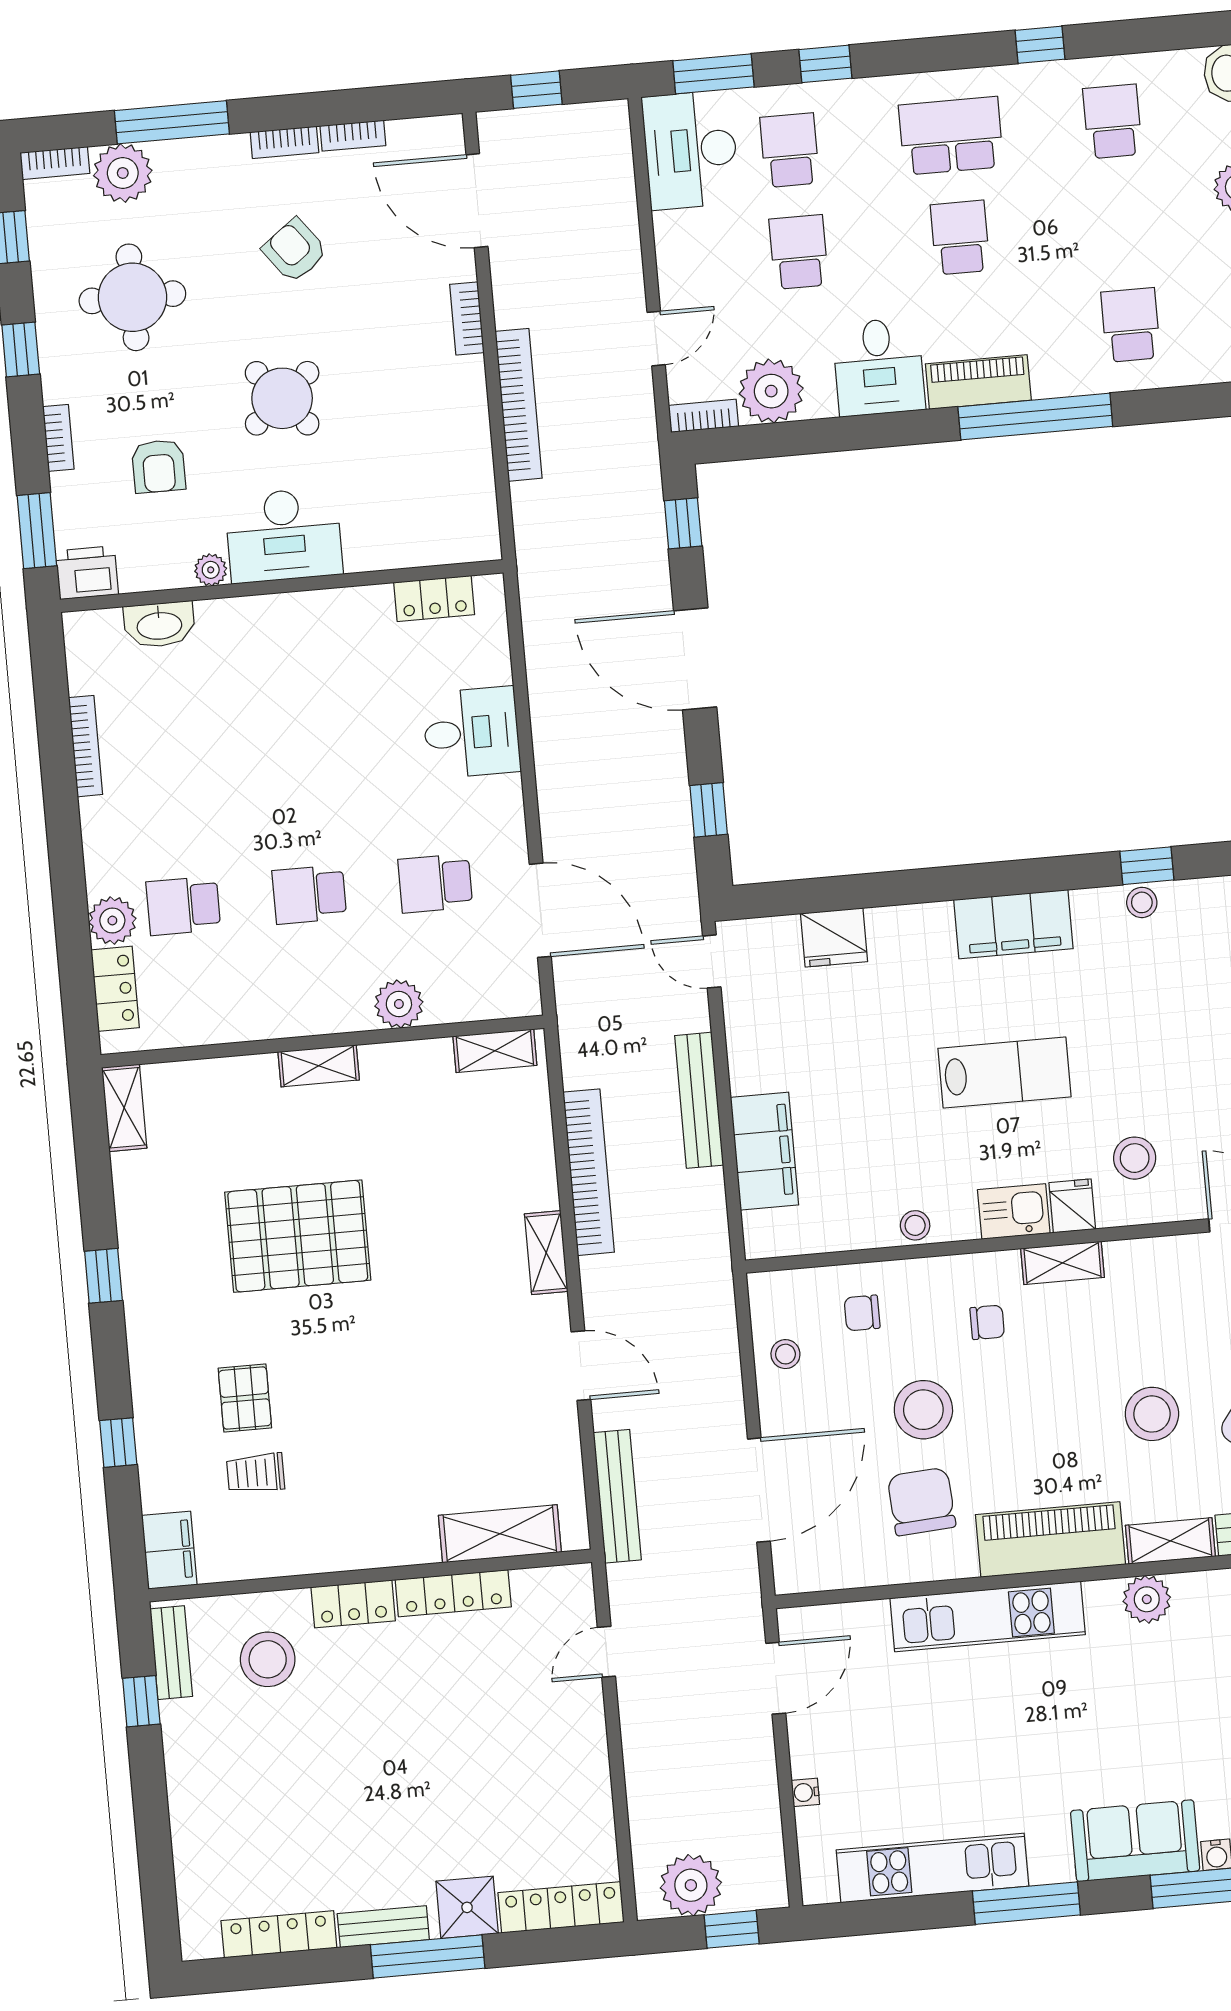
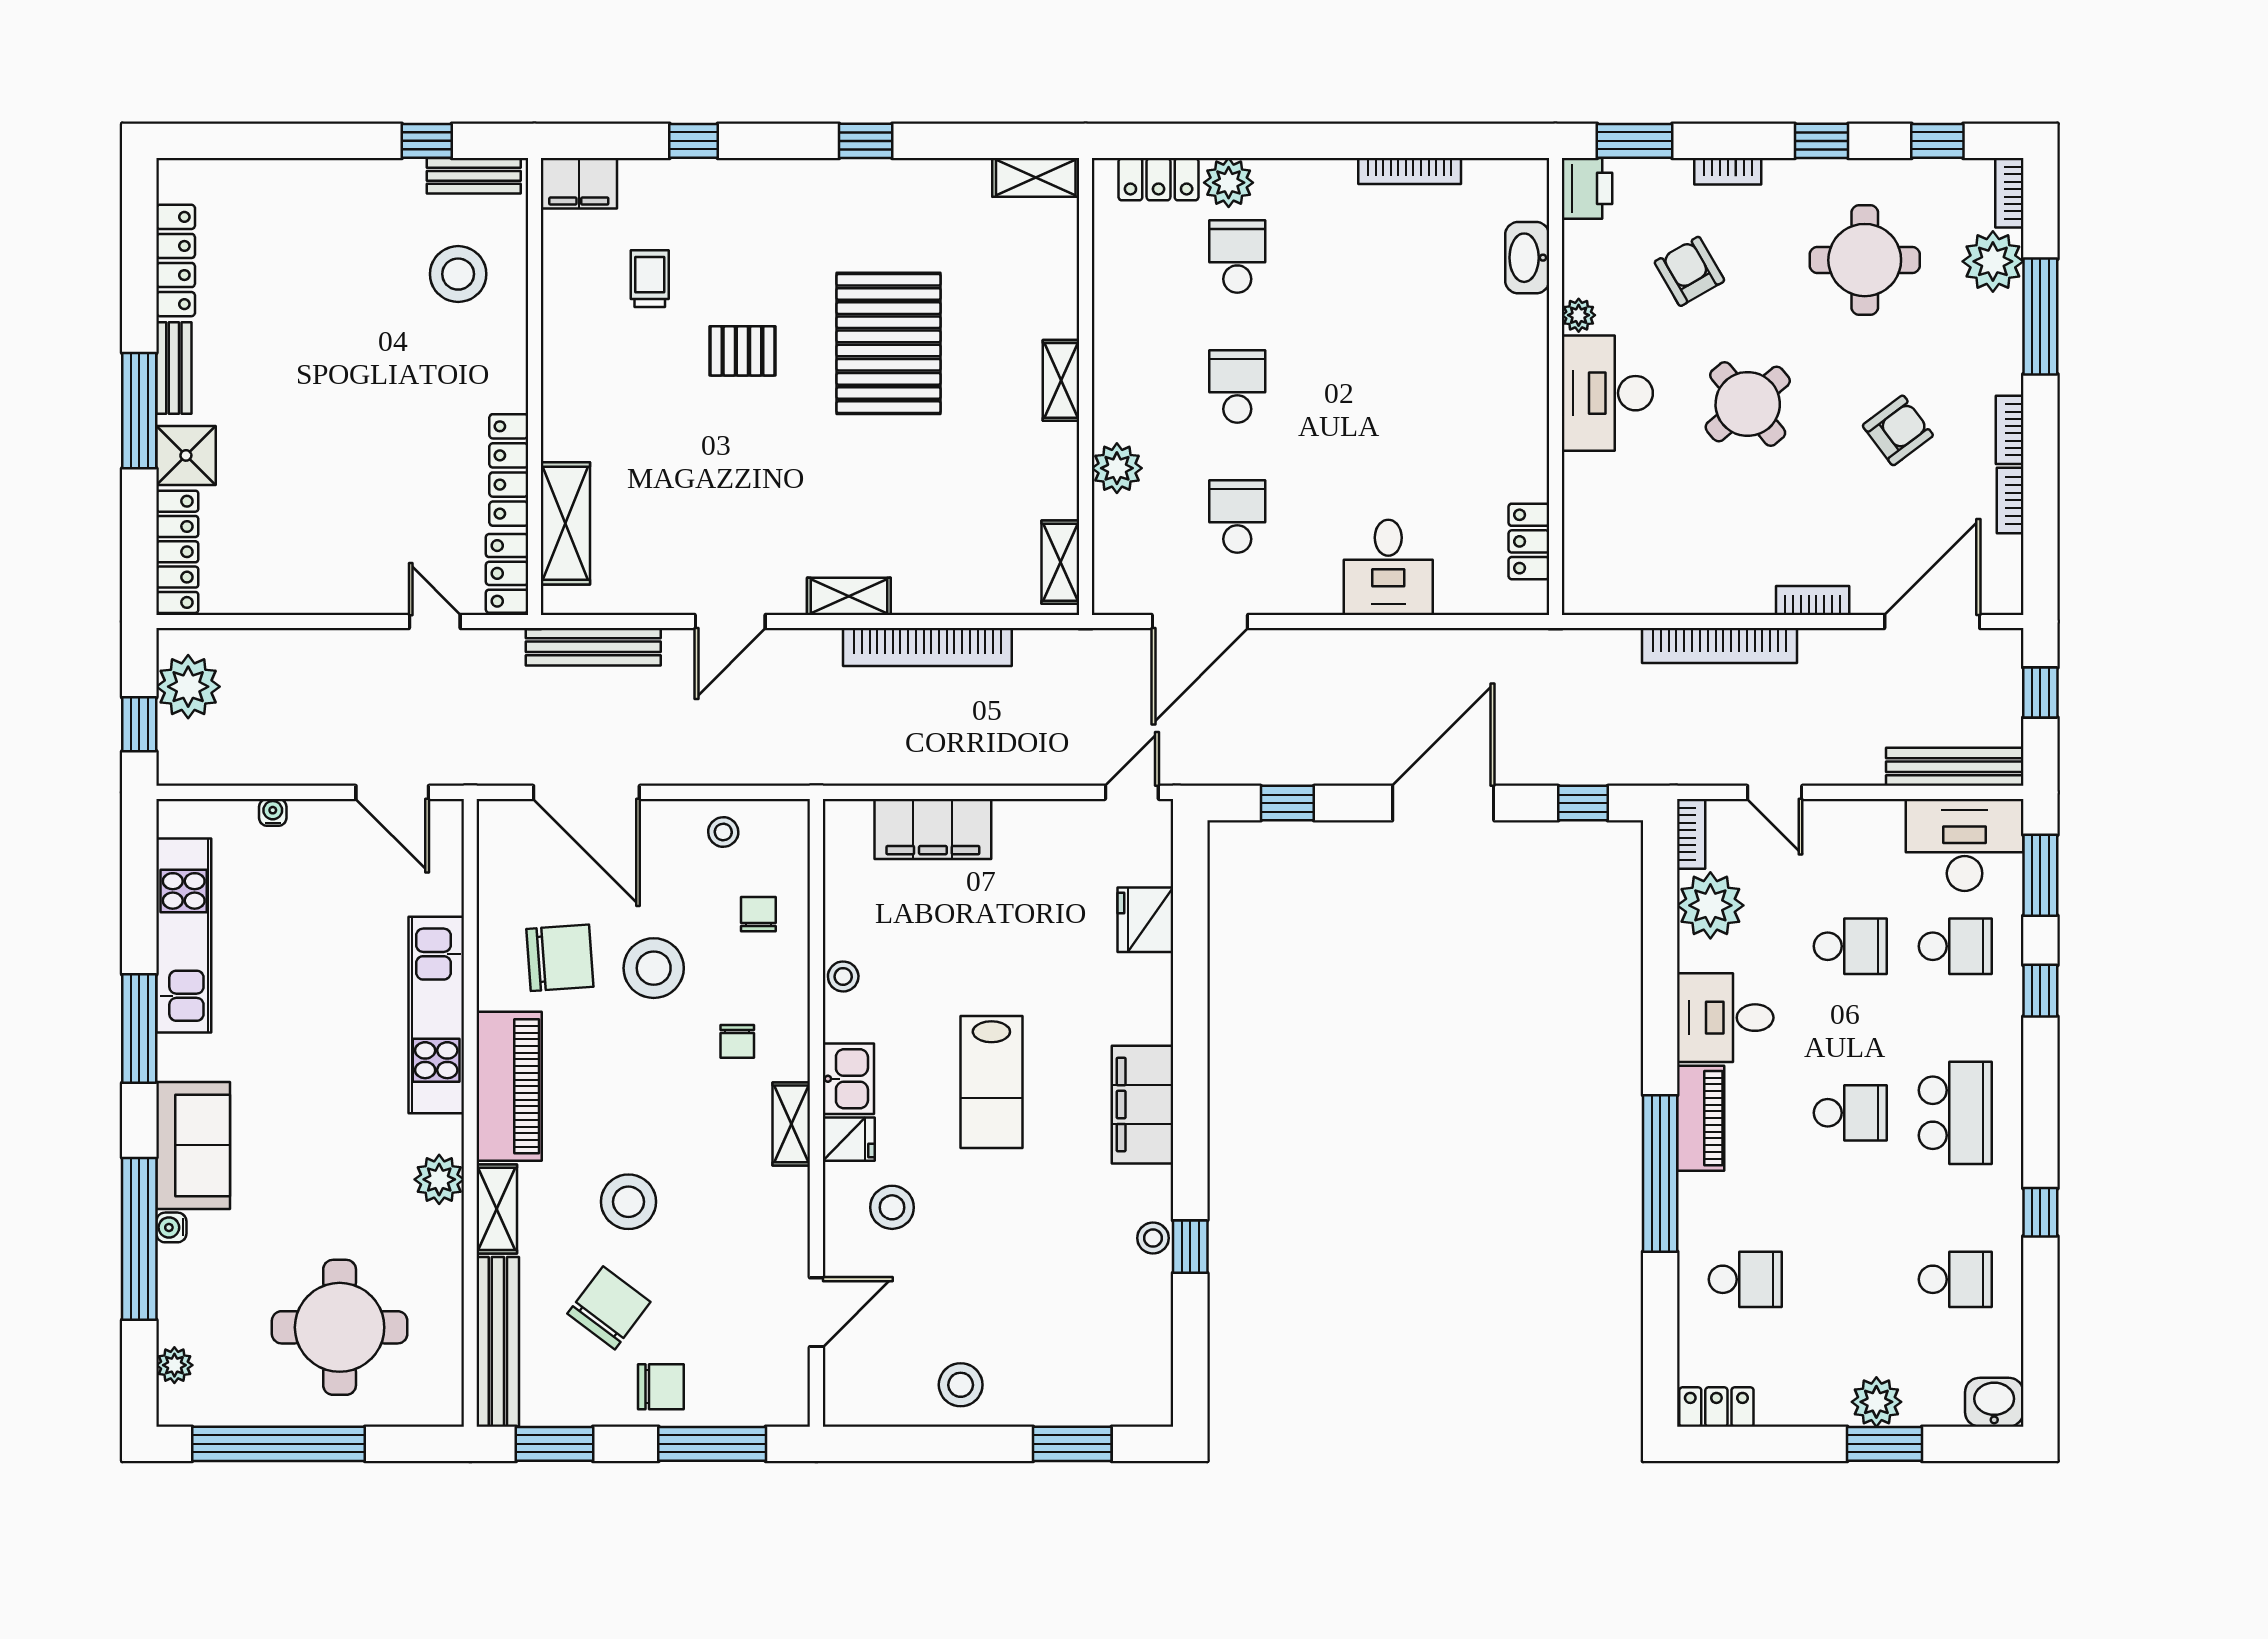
armchair: (159, 466) -> (1689, 271), turned 60
bench: (699, 1100) -> (1955, 767), moved
pallet: (245, 1398) -> (742, 351), moved
locker: (353, 1604) -> (507, 573), moved

